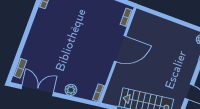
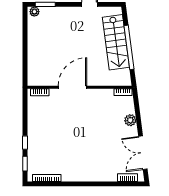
door: (120, 49) -> (72, 87), hinge flipped

